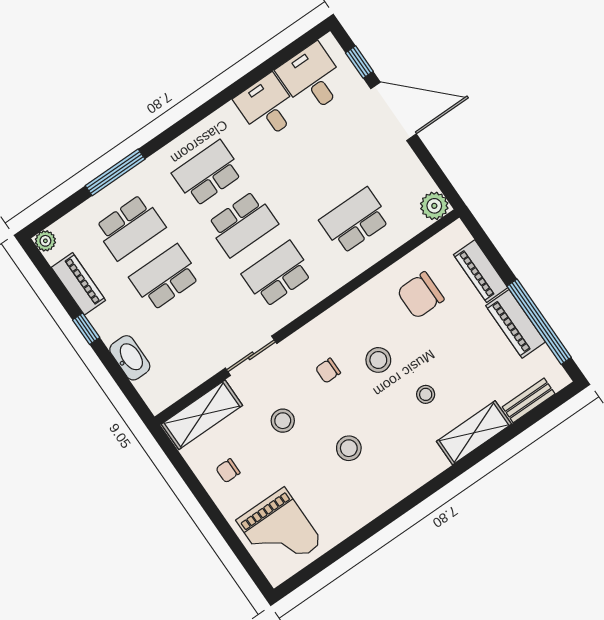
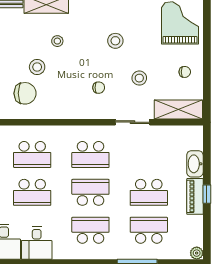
school desk: (320, 170) -> (32, 192), added
school desk: (208, 173) -> (90, 230), turned 180
piano: (78, 284) -> (195, 196), moved
stool: (378, 360) -> (37, 67), moved

